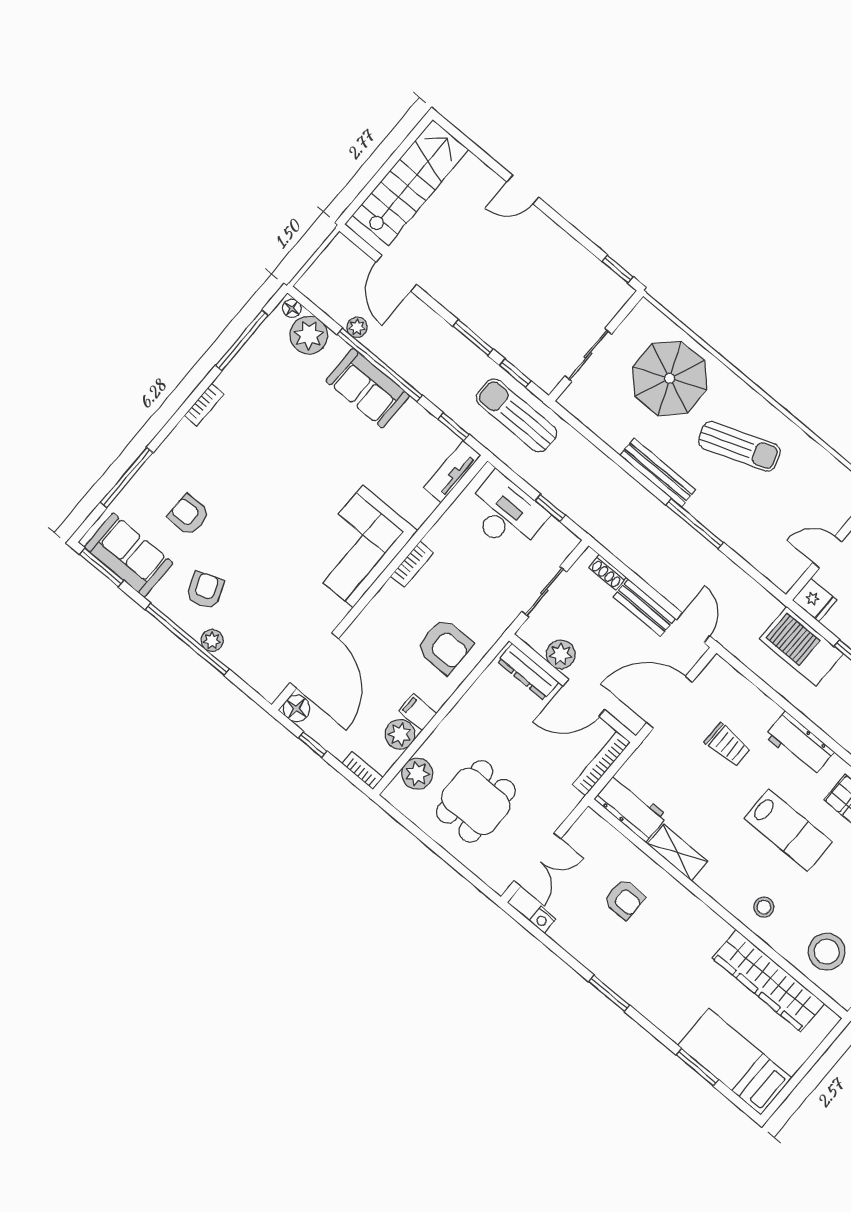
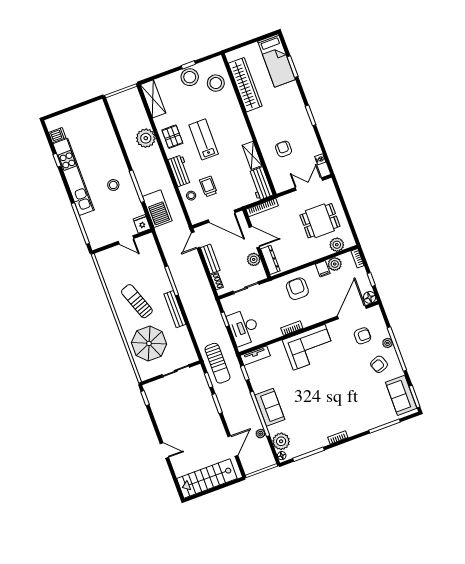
armchair: (189, 515) -> (363, 336), moved, turned -90
stool: (764, 907) -> (191, 196), moved

